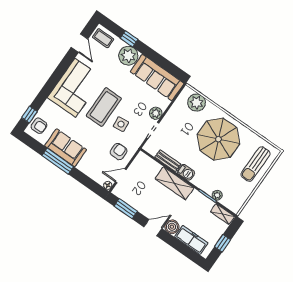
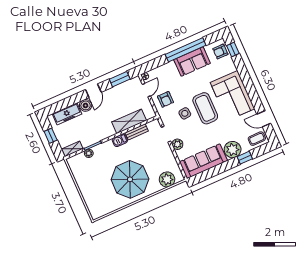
window: (58, 161) -> (186, 50), width x1.46
sun lounger: (255, 164) -> (95, 196), removed
shelving: (174, 183) -> (129, 121), moved

